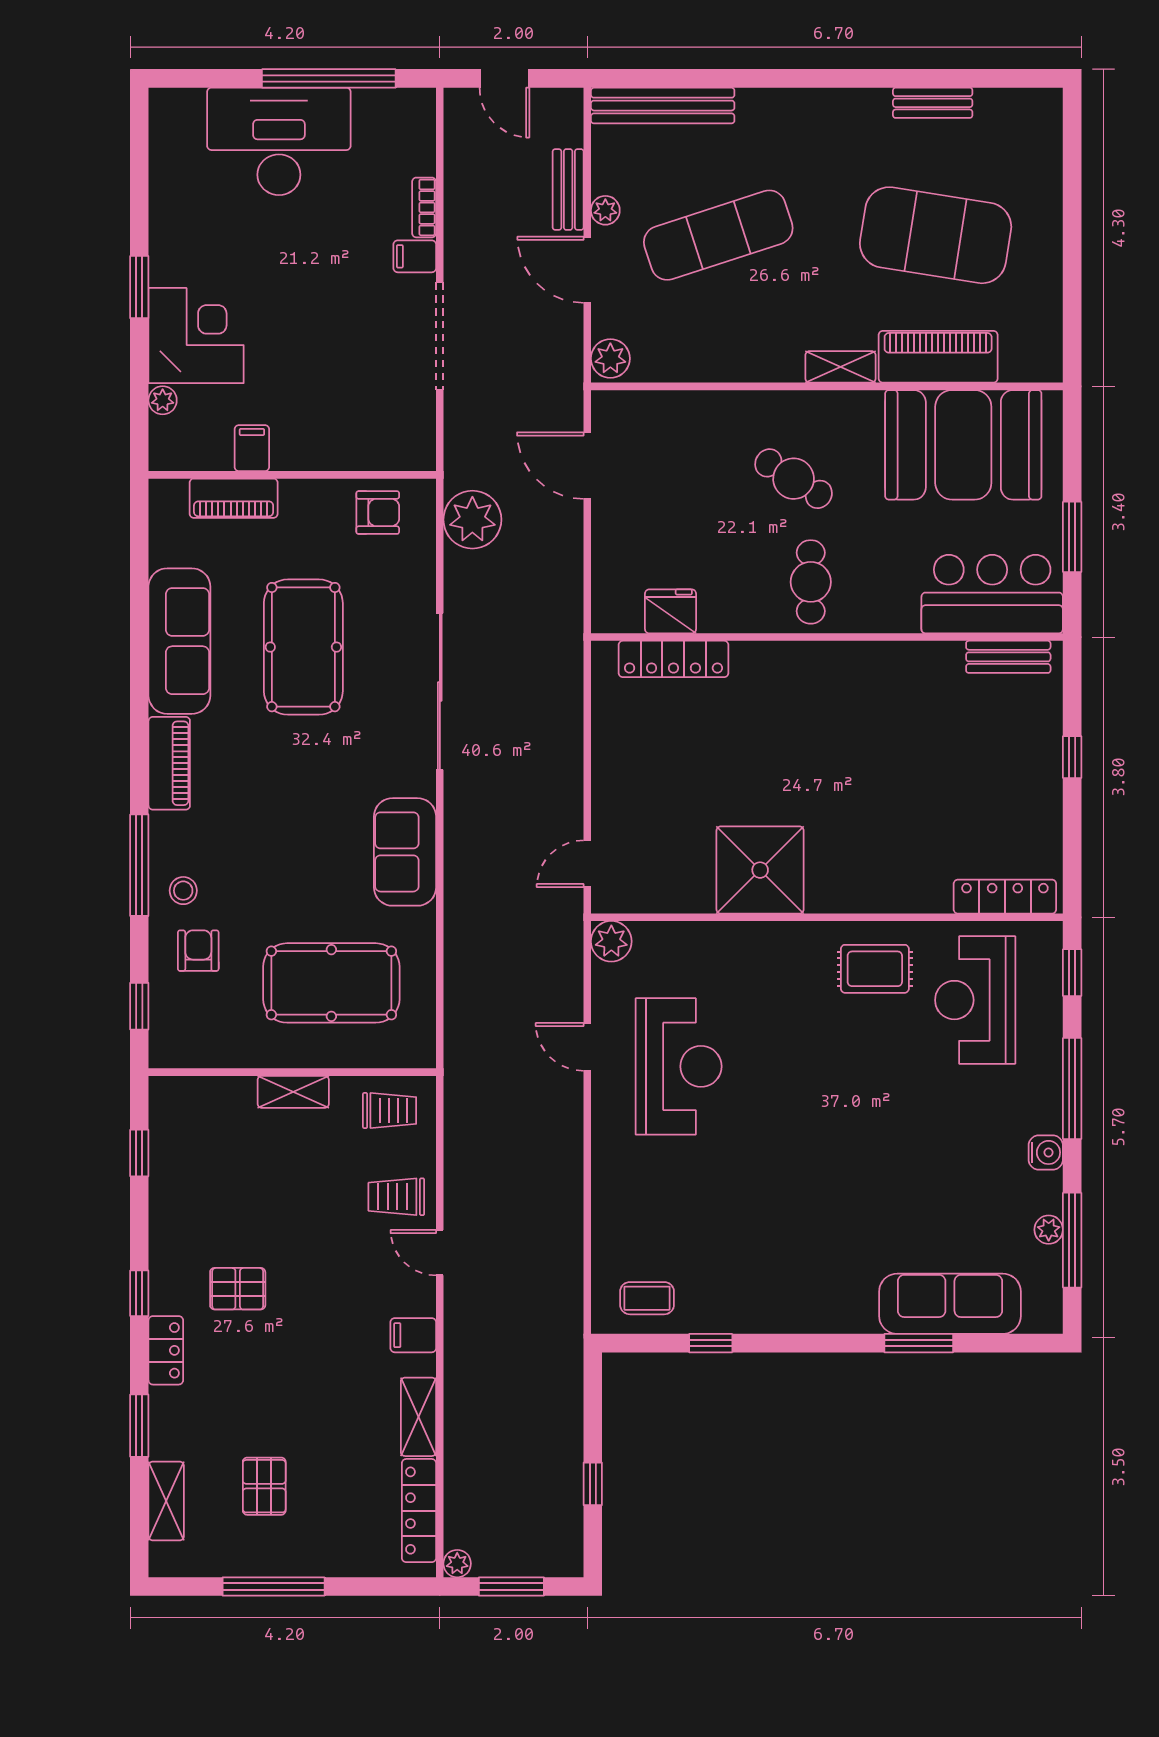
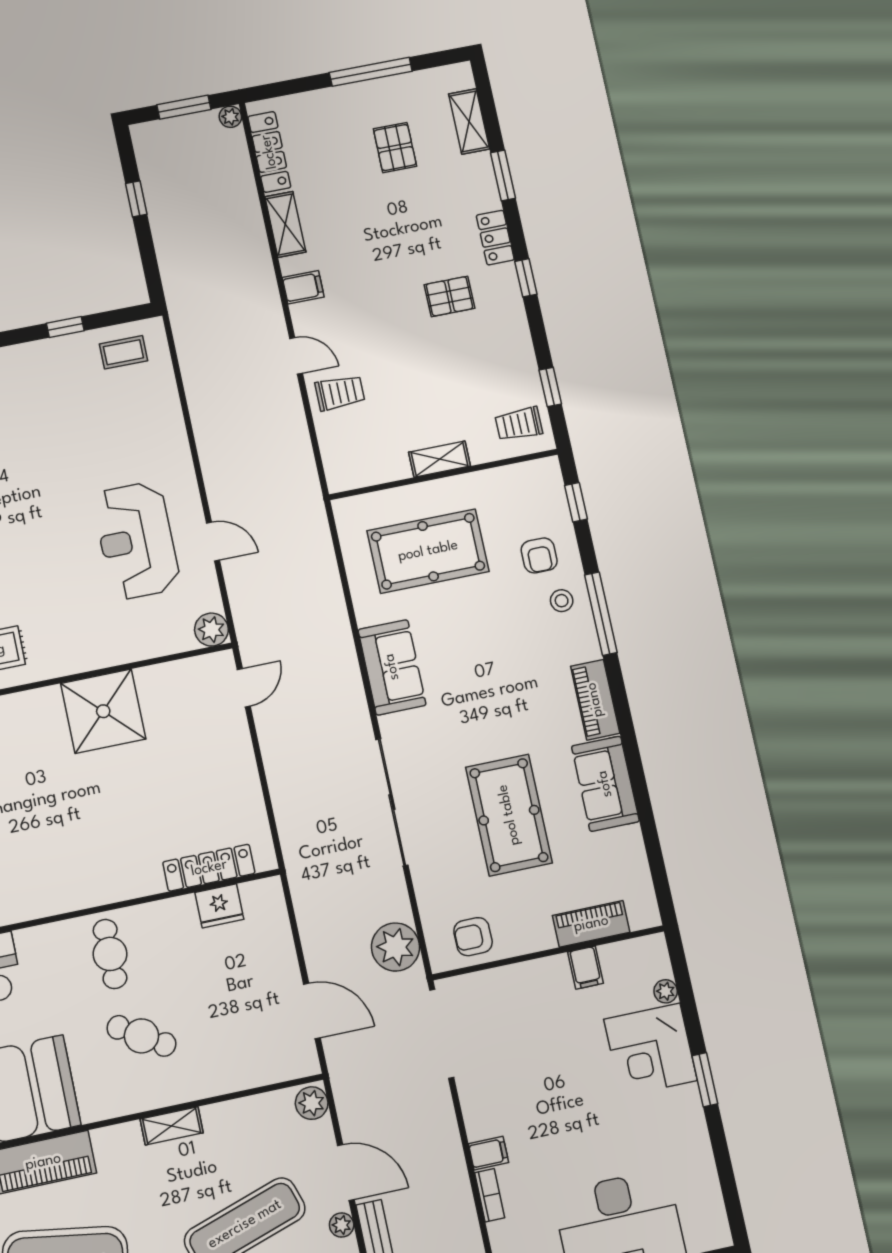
doorway: (440, 336) -> (442, 1034), moved
shelving: (840, 367) -> (172, 1126), moved
sofa: (179, 641) -> (605, 784), width x0.73
trolley: (390, 1111) -> (519, 424), moved

